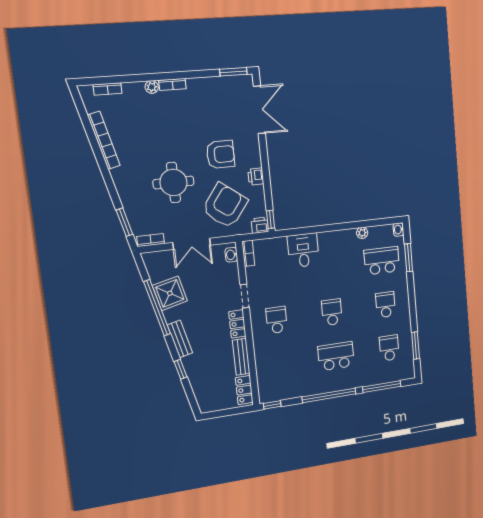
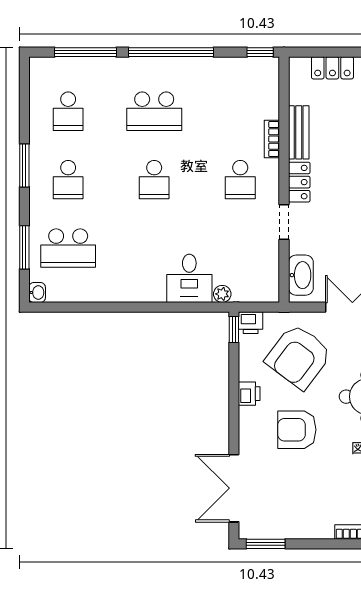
plant: (362, 233) -> (222, 294), moved
bookcase: (248, 253) -> (272, 139), moved
washbasin: (231, 255) -> (301, 275), width x1.91, depth x1.45
window: (416, 345) -> (24, 165), moved
locker: (244, 390) -> (332, 68), moved, turned 90

